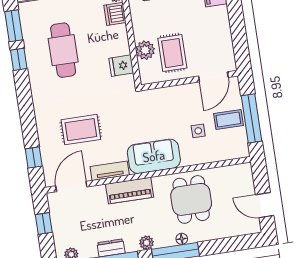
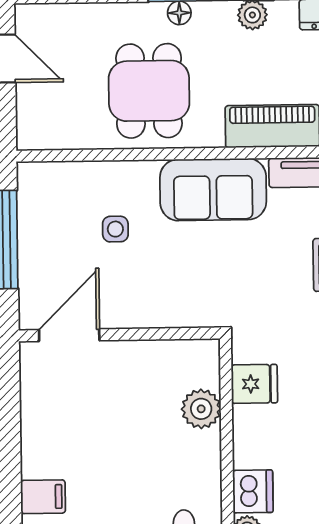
rug: (172, 53) -> (146, 395), removed
coffee table: (228, 119) -> (50, 244), removed

